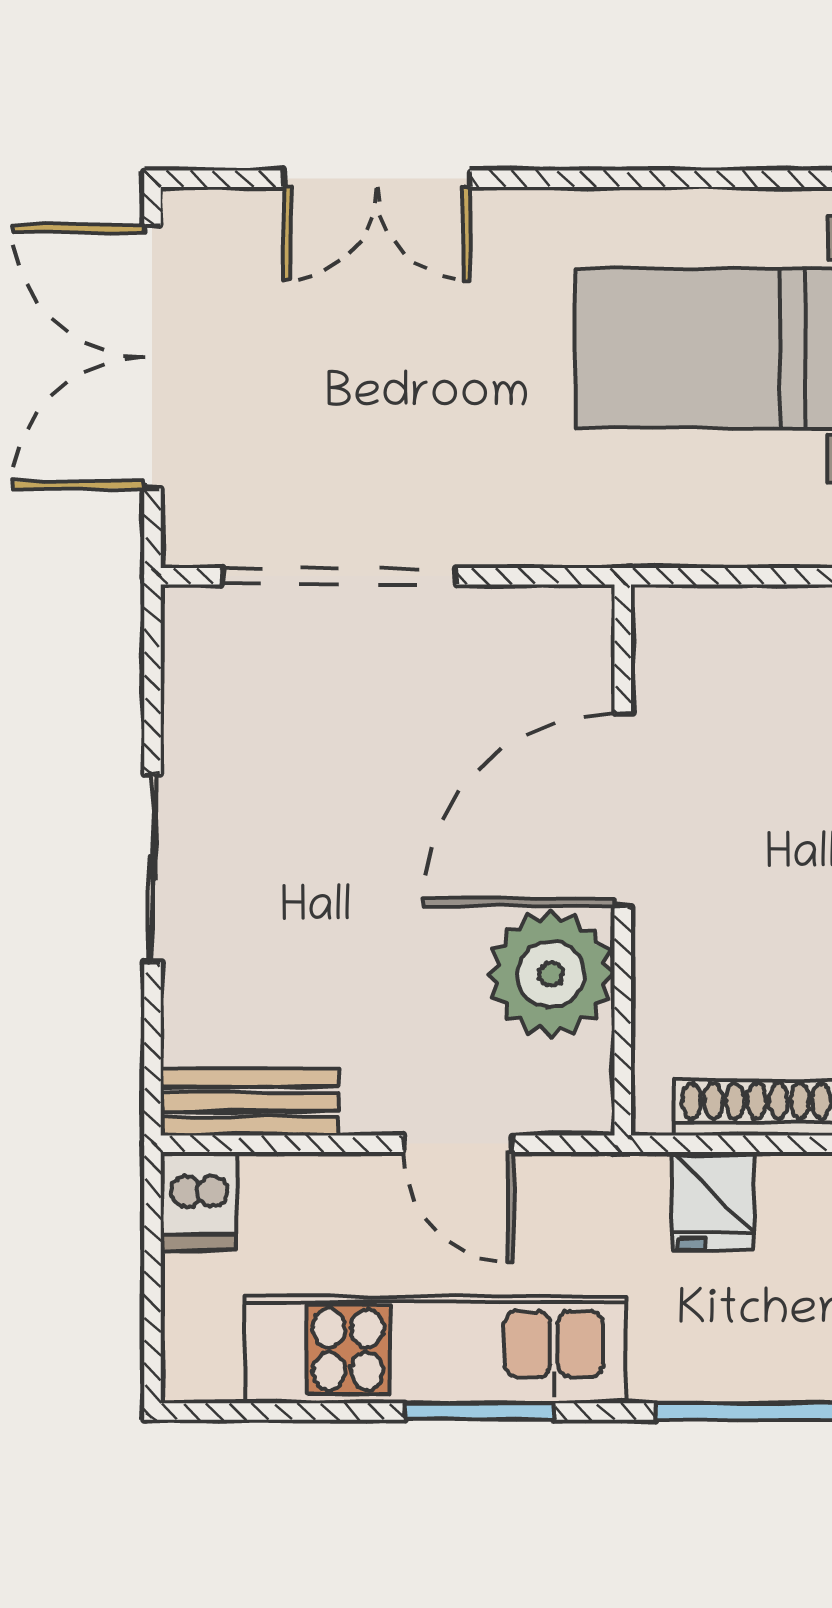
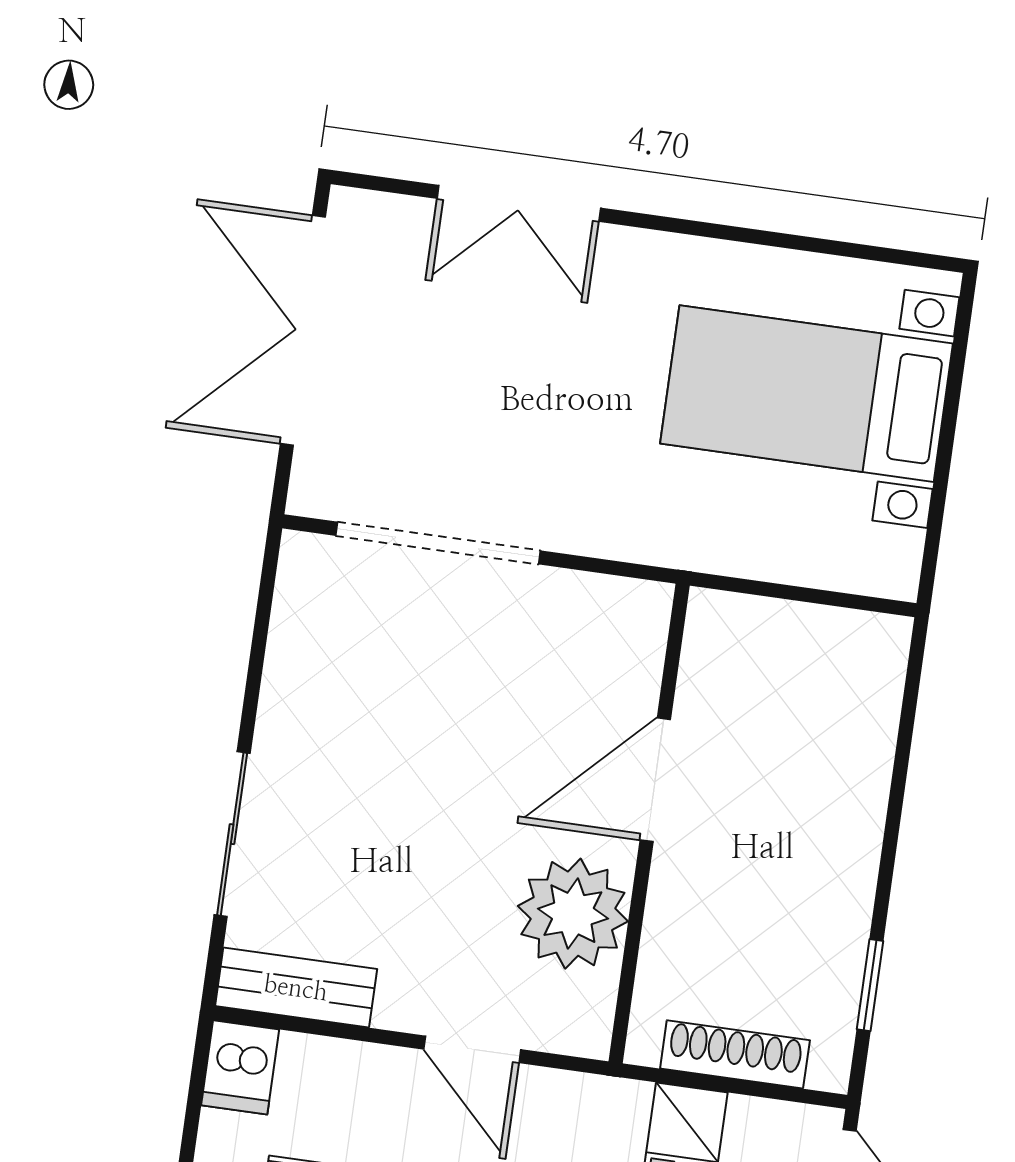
door: (623, 810) -> (655, 780), width x0.73
sliding door: (152, 868) -> (232, 834), moved

